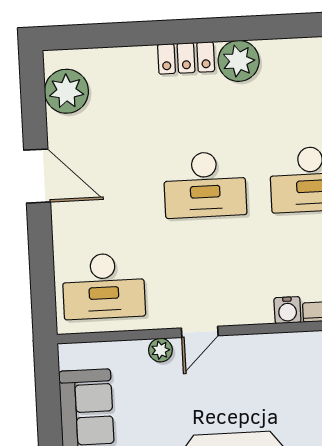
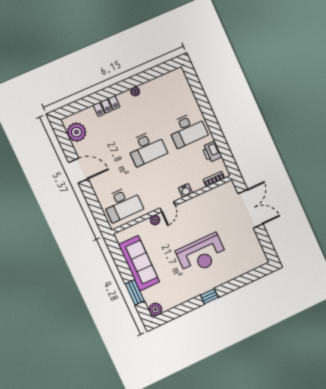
locker: (186, 58) -> (106, 106), moved
plant: (239, 61) -> (135, 92), width x0.53, depth x0.53
water cooler: (287, 310) -> (185, 191), moved

